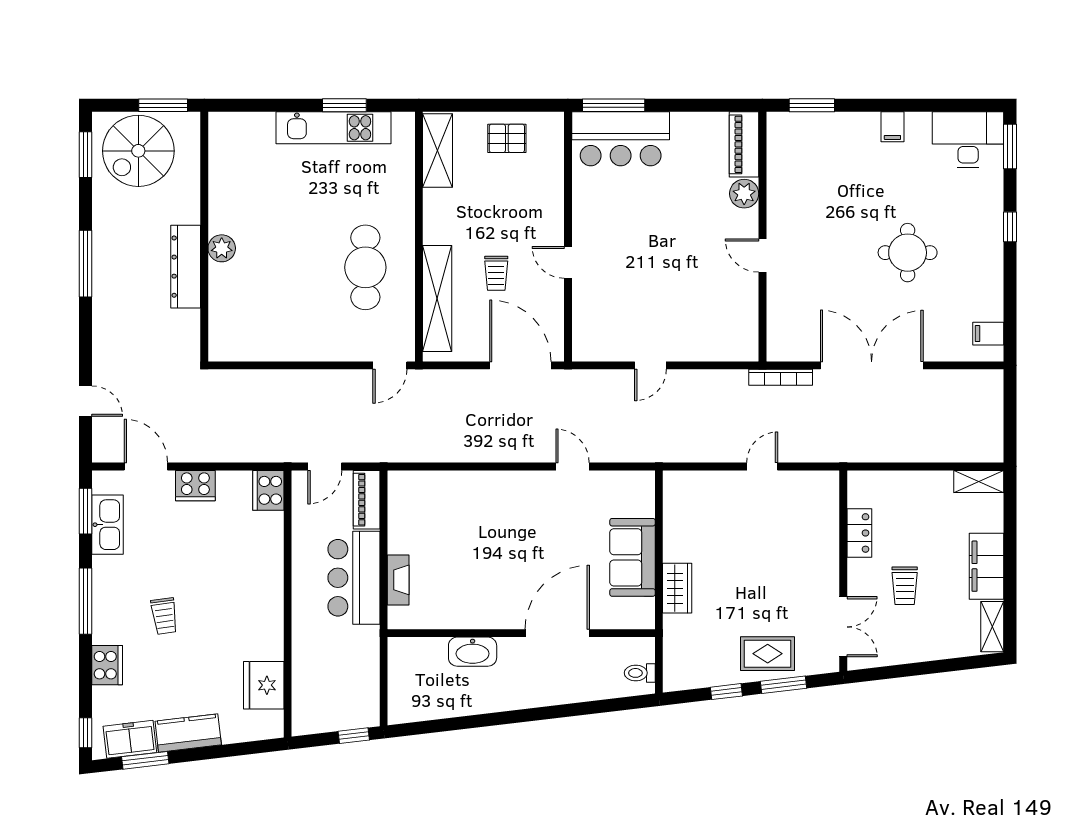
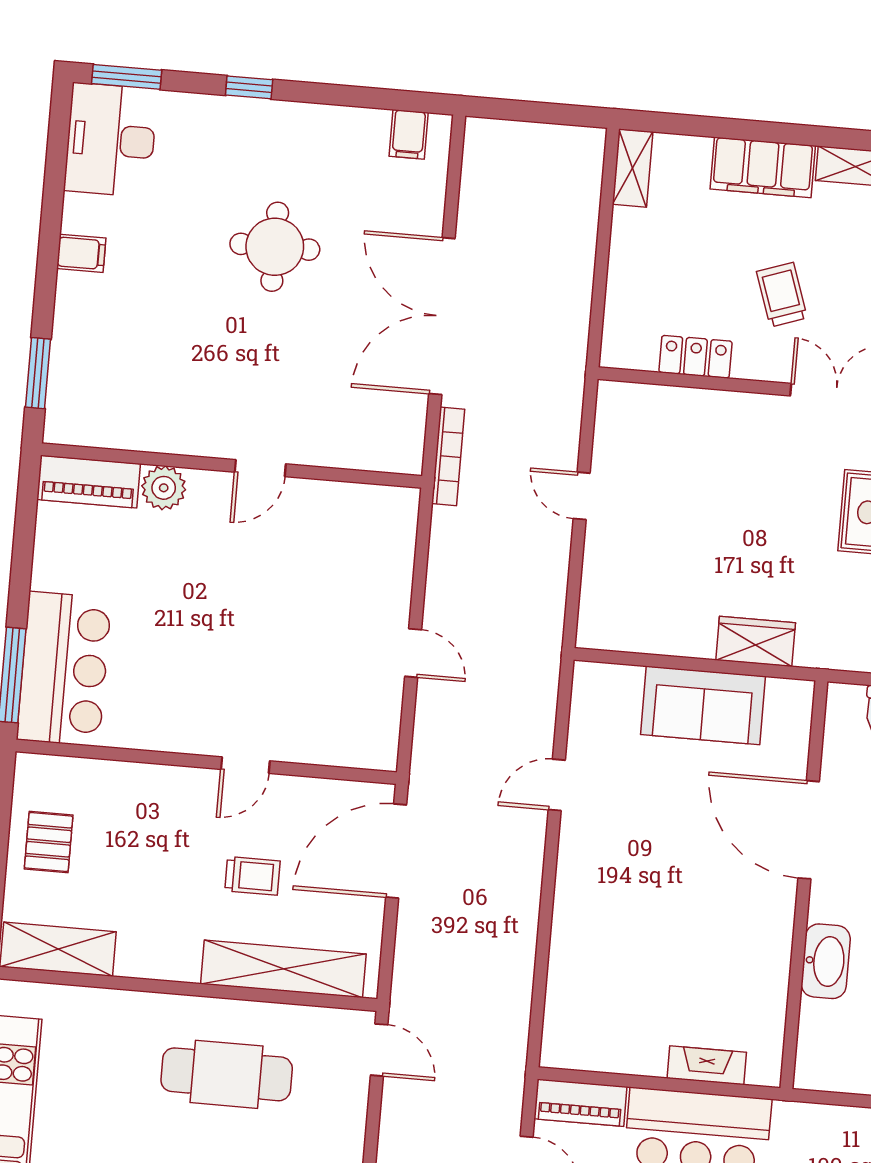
trolley: (905, 586) -> (782, 295), turned -109

